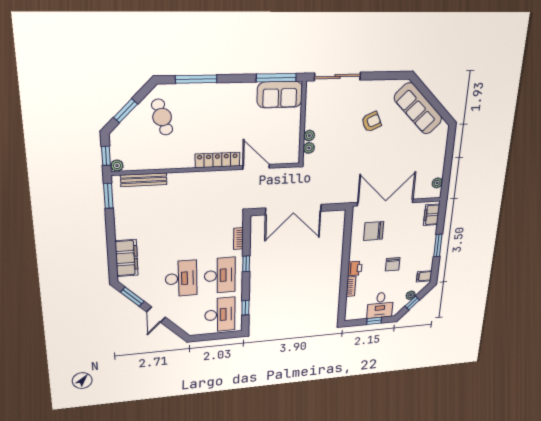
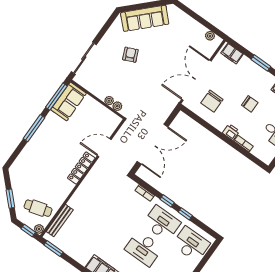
window: (196, 79) -> (34, 128), moved
cafe table: (162, 117) -> (38, 208), moved
desk: (181, 278) -> (144, 248), turned 180
window: (245, 308) -> (185, 214), moved

